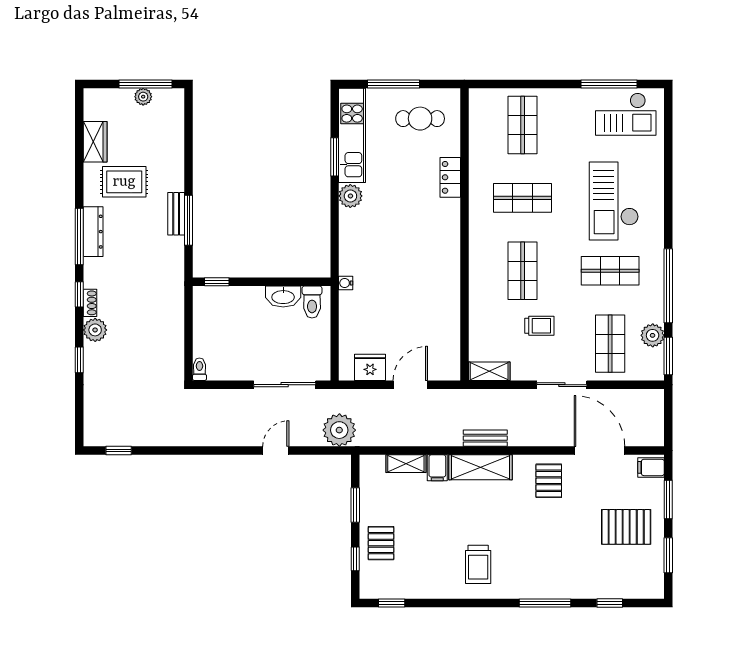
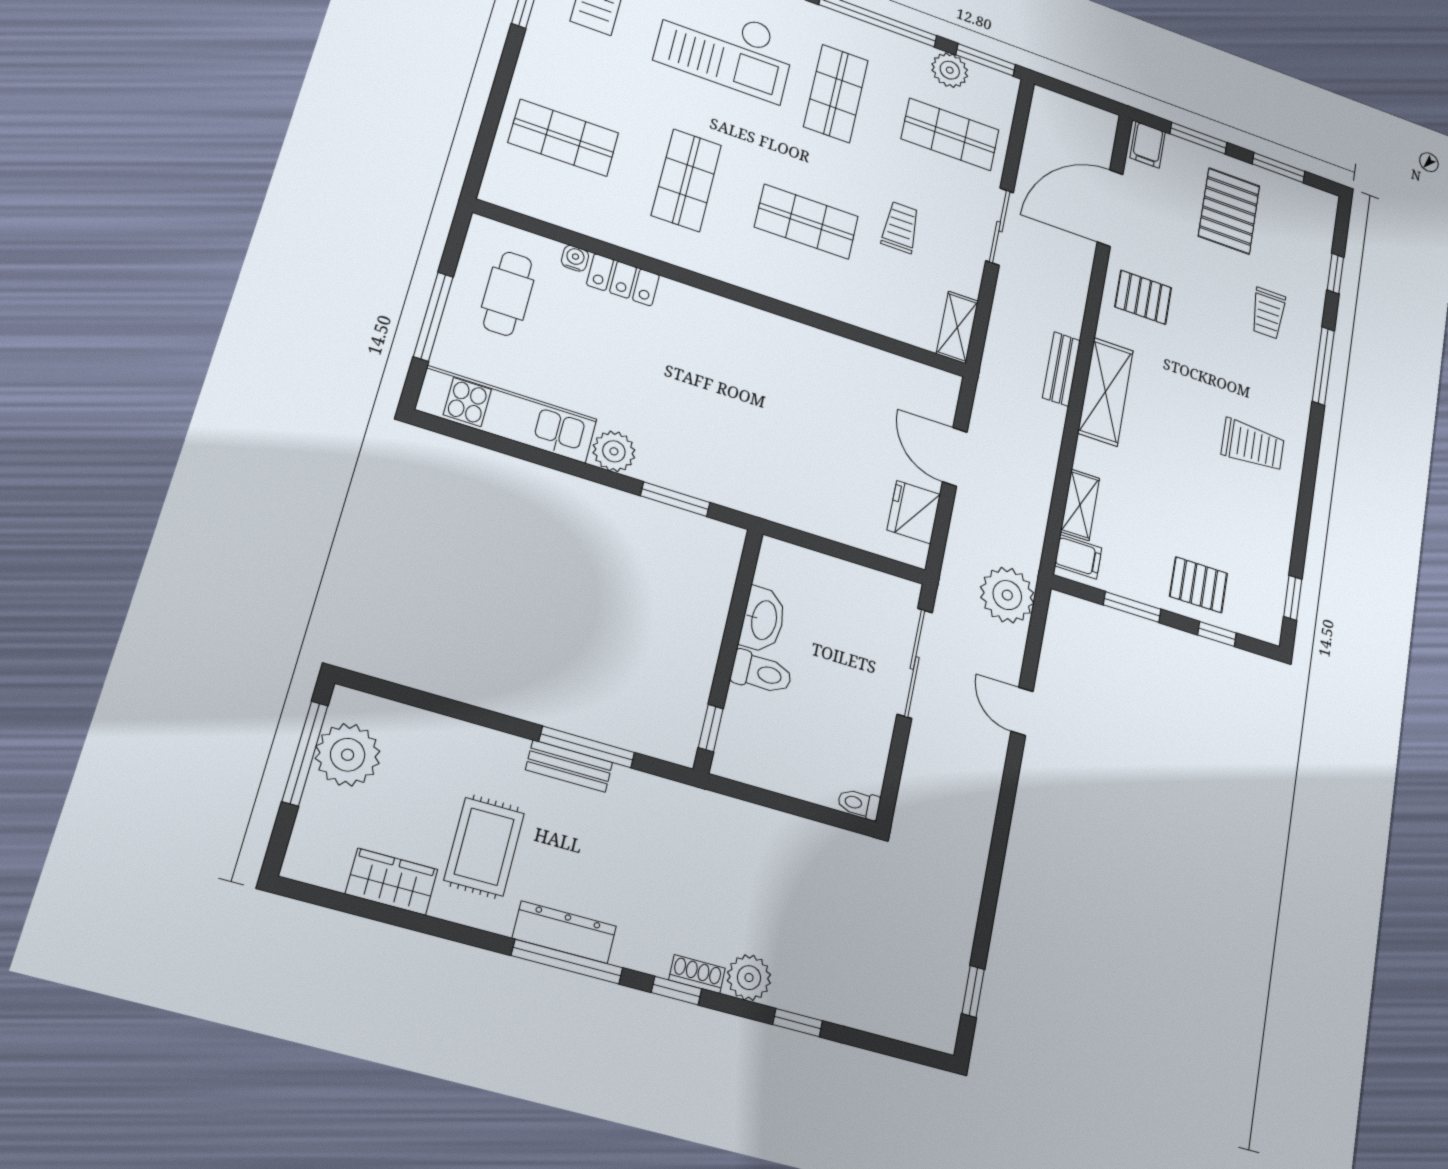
plant: (143, 97) -> (348, 755), width x1.87, depth x1.87
window: (335, 157) -> (675, 499), moved
water cooler: (346, 283) -> (575, 258), moved, turned 180
toilet: (312, 302) -> (761, 673), moved
filing cabinet: (437, 468) -> (1078, 557), moved
trolley: (567, 562) -> (1268, 313), added

